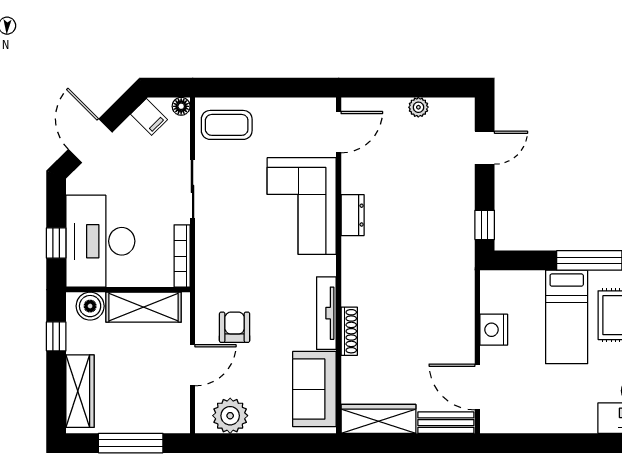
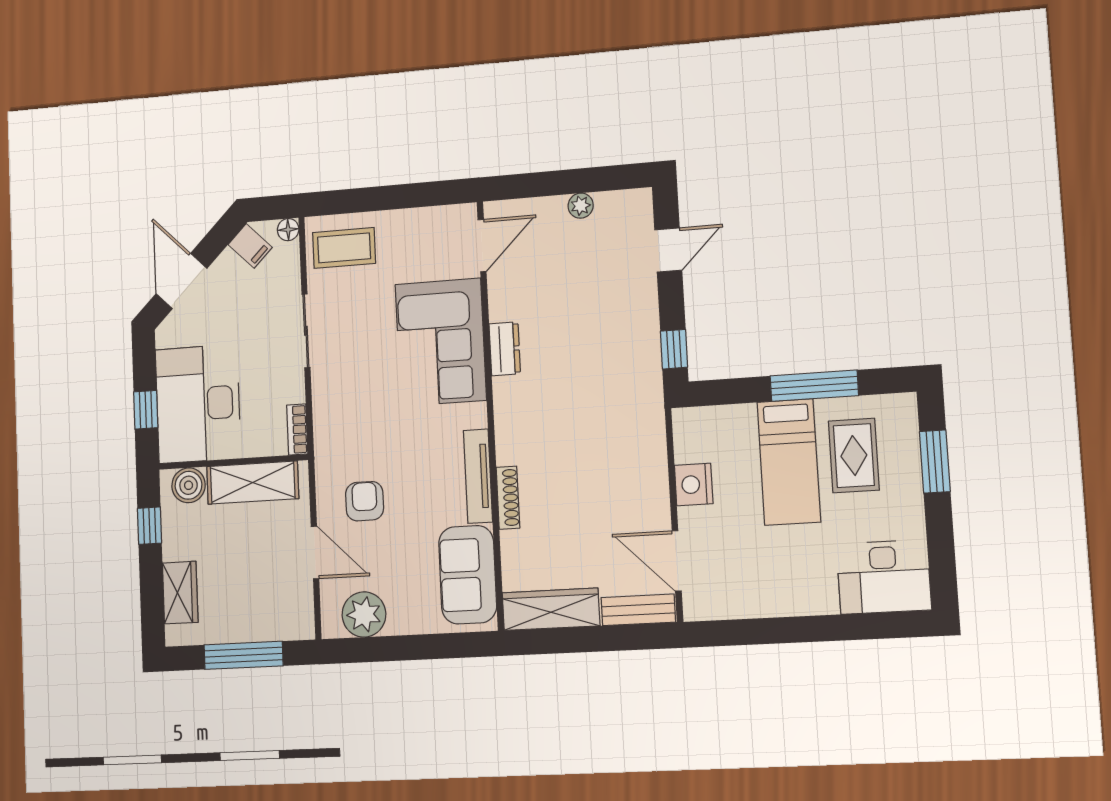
bookcase: (182, 256) -> (297, 430), width x0.64
door: (193, 365) -> (315, 552), hinge flipped
wardrobe: (80, 391) -> (180, 593), width x0.67

